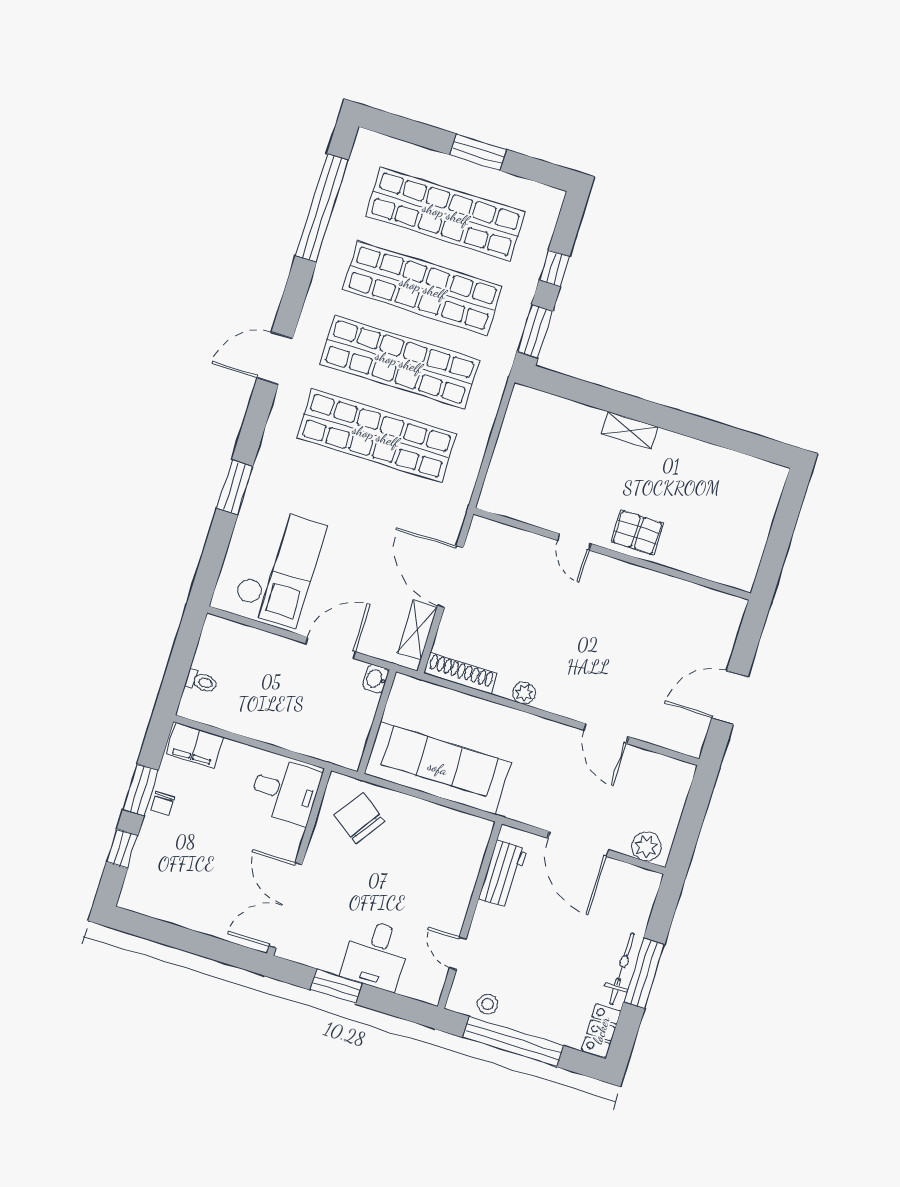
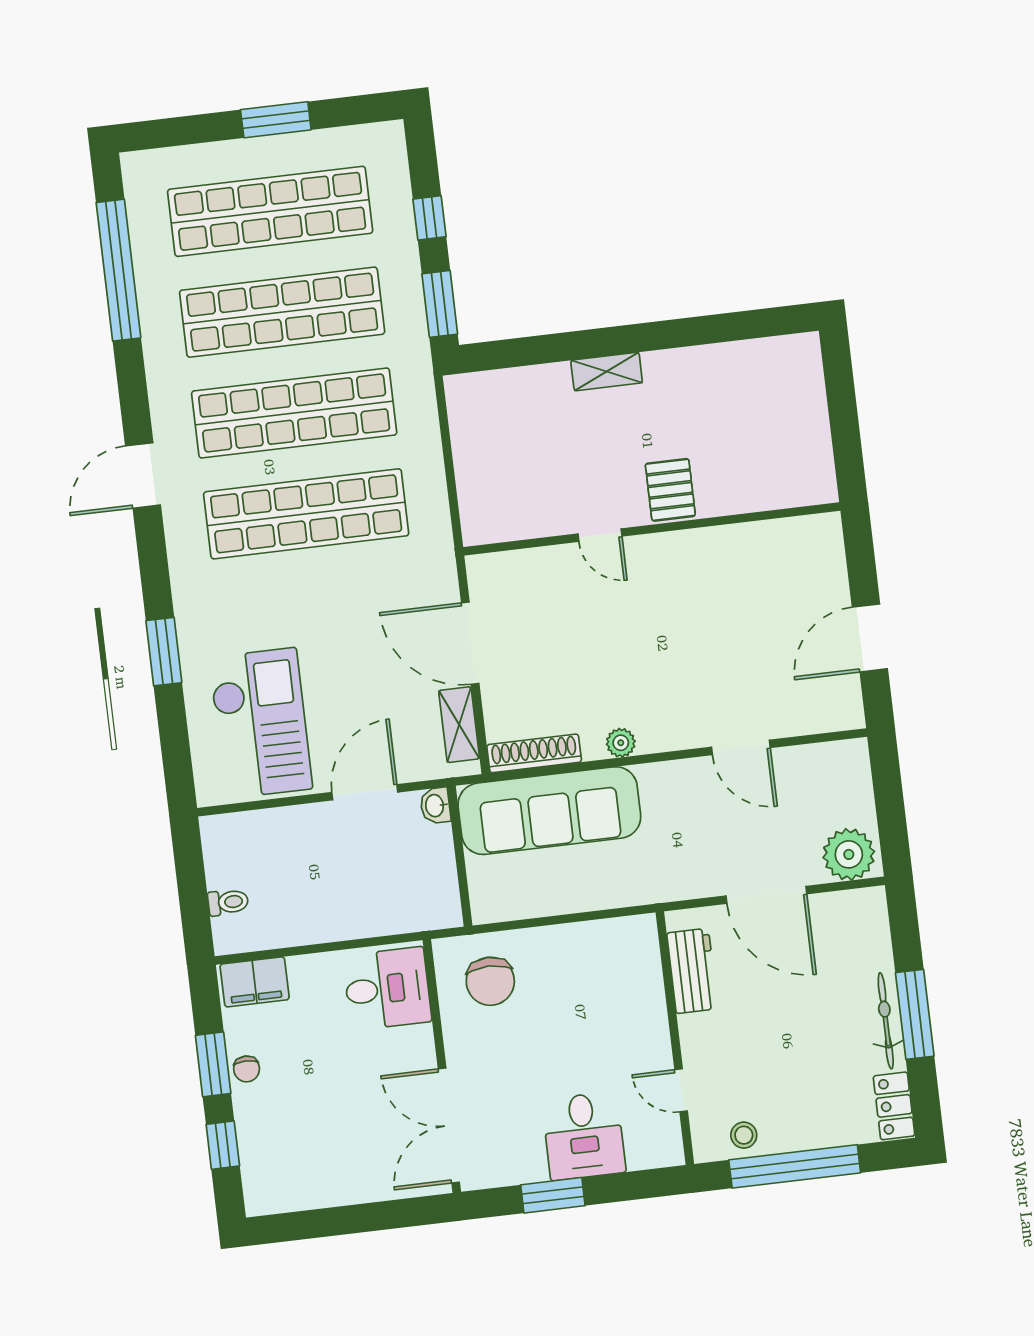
pallet: (637, 532) -> (670, 490), turned 90
sofa: (438, 768) -> (549, 811), moved, turned 180
chair: (359, 818) -> (490, 981), turned -125
plant: (646, 847) -> (849, 854), width x1.36, depth x1.36

